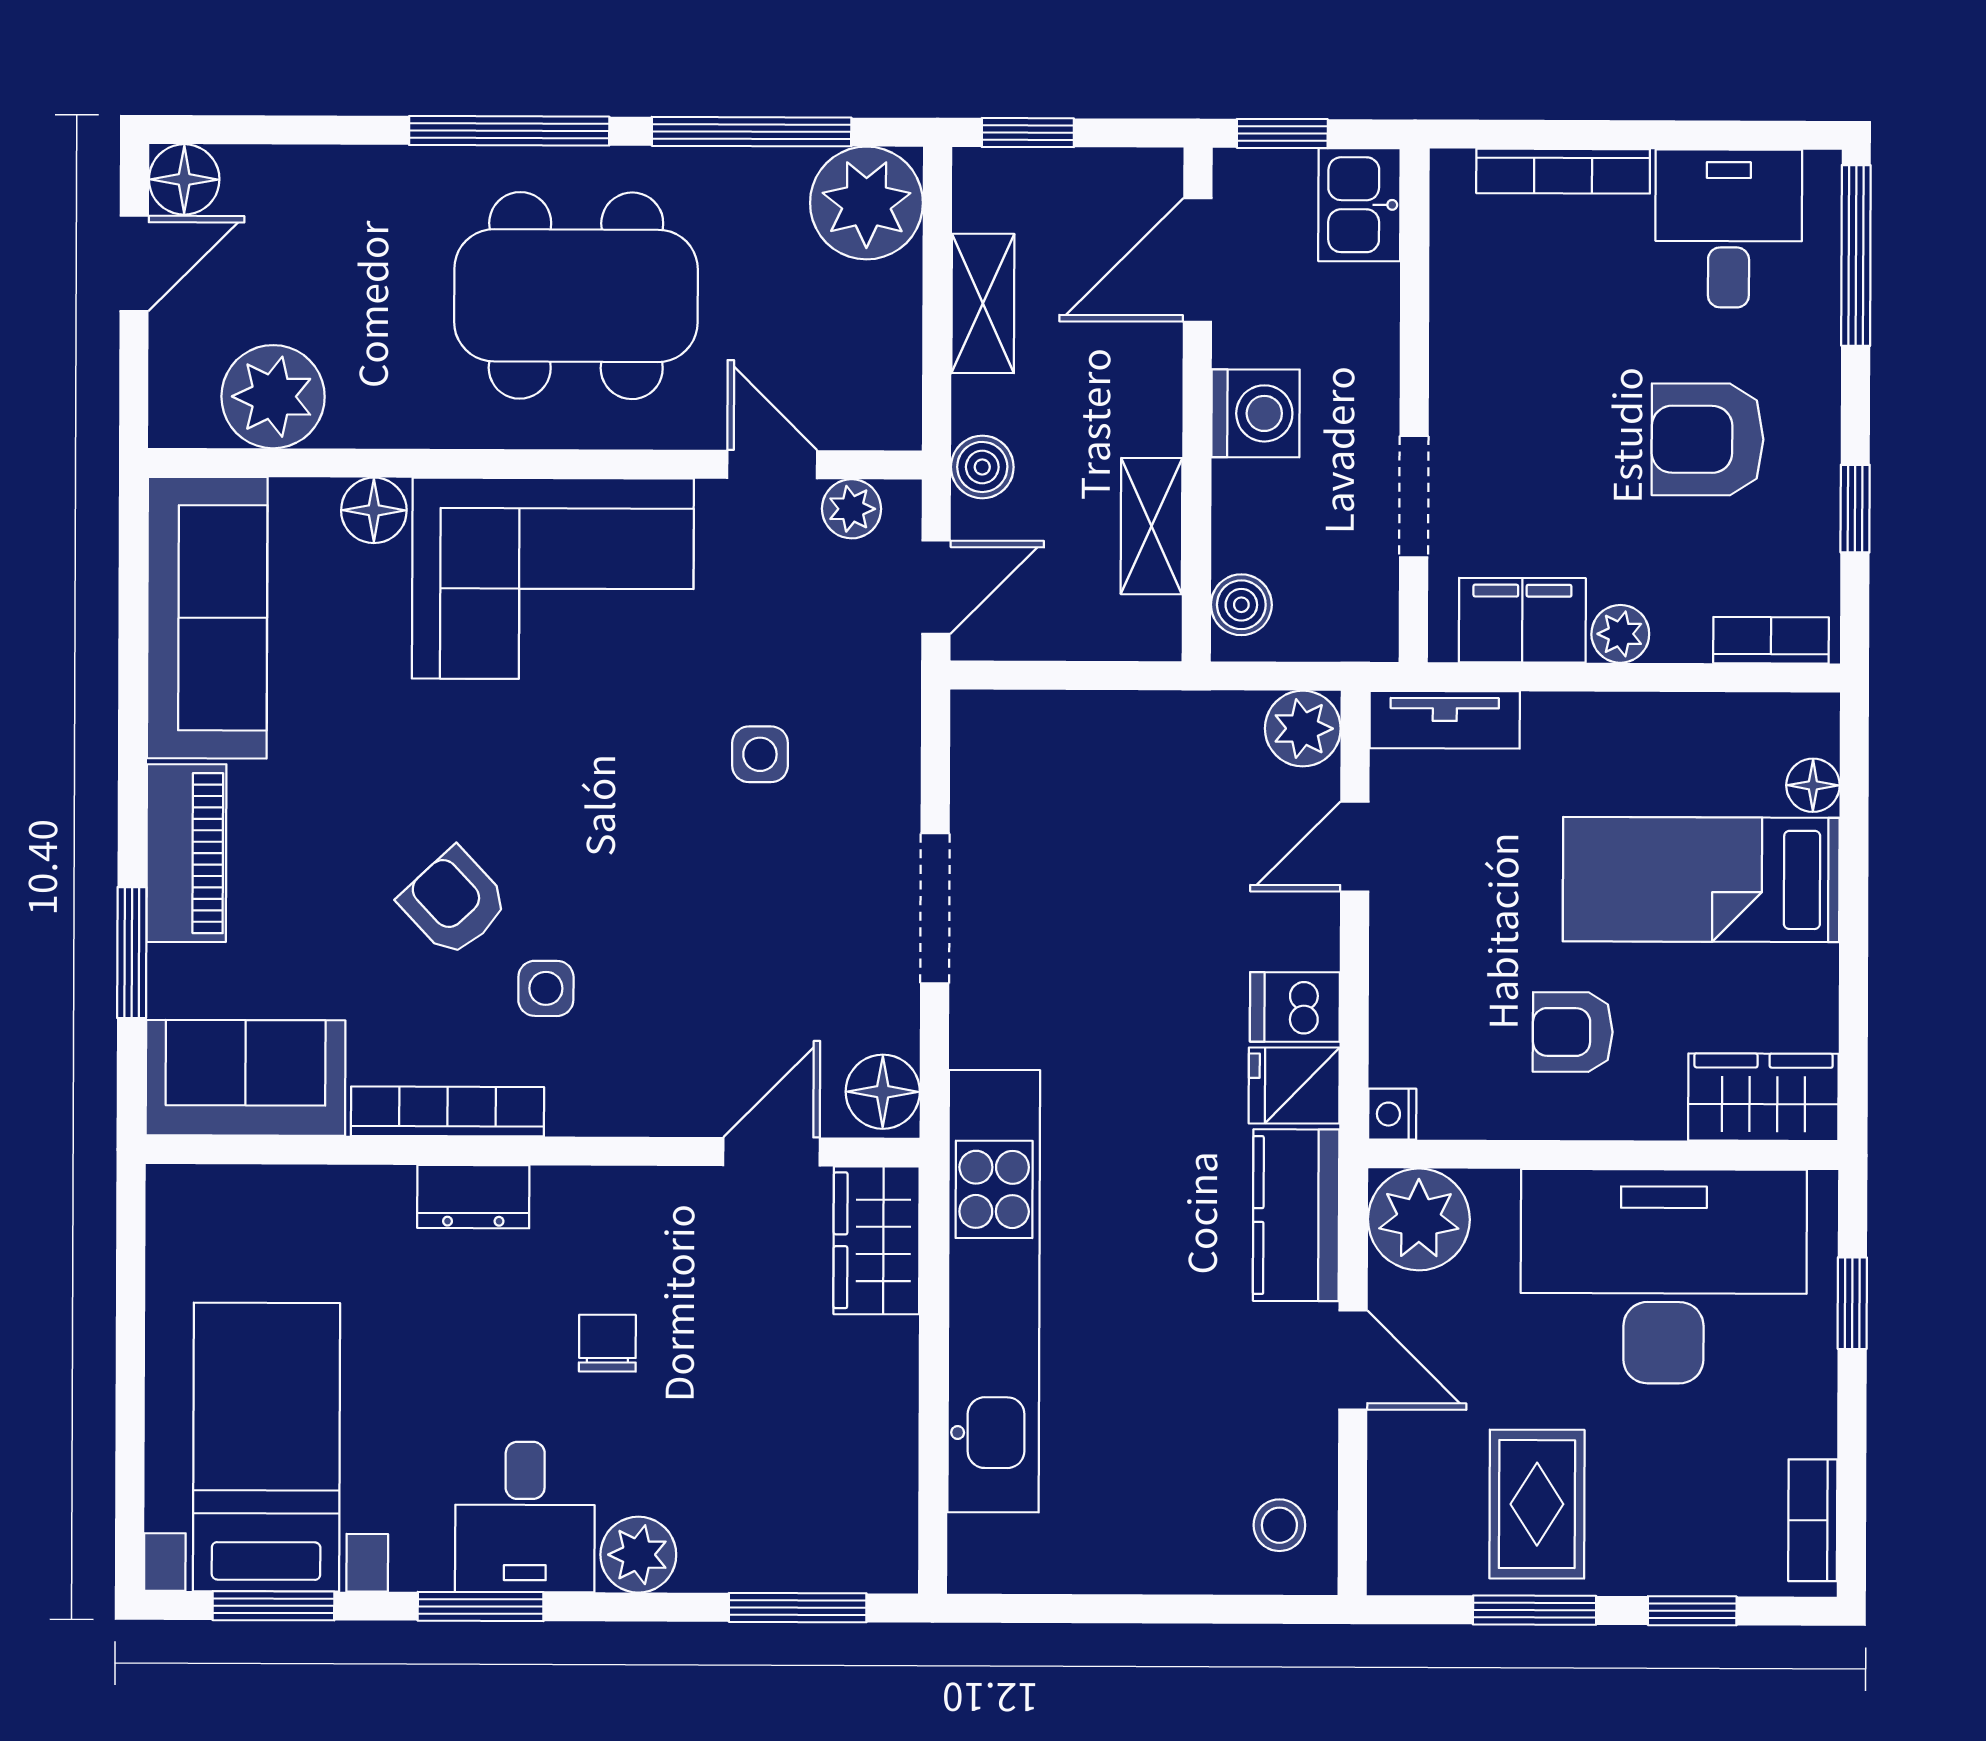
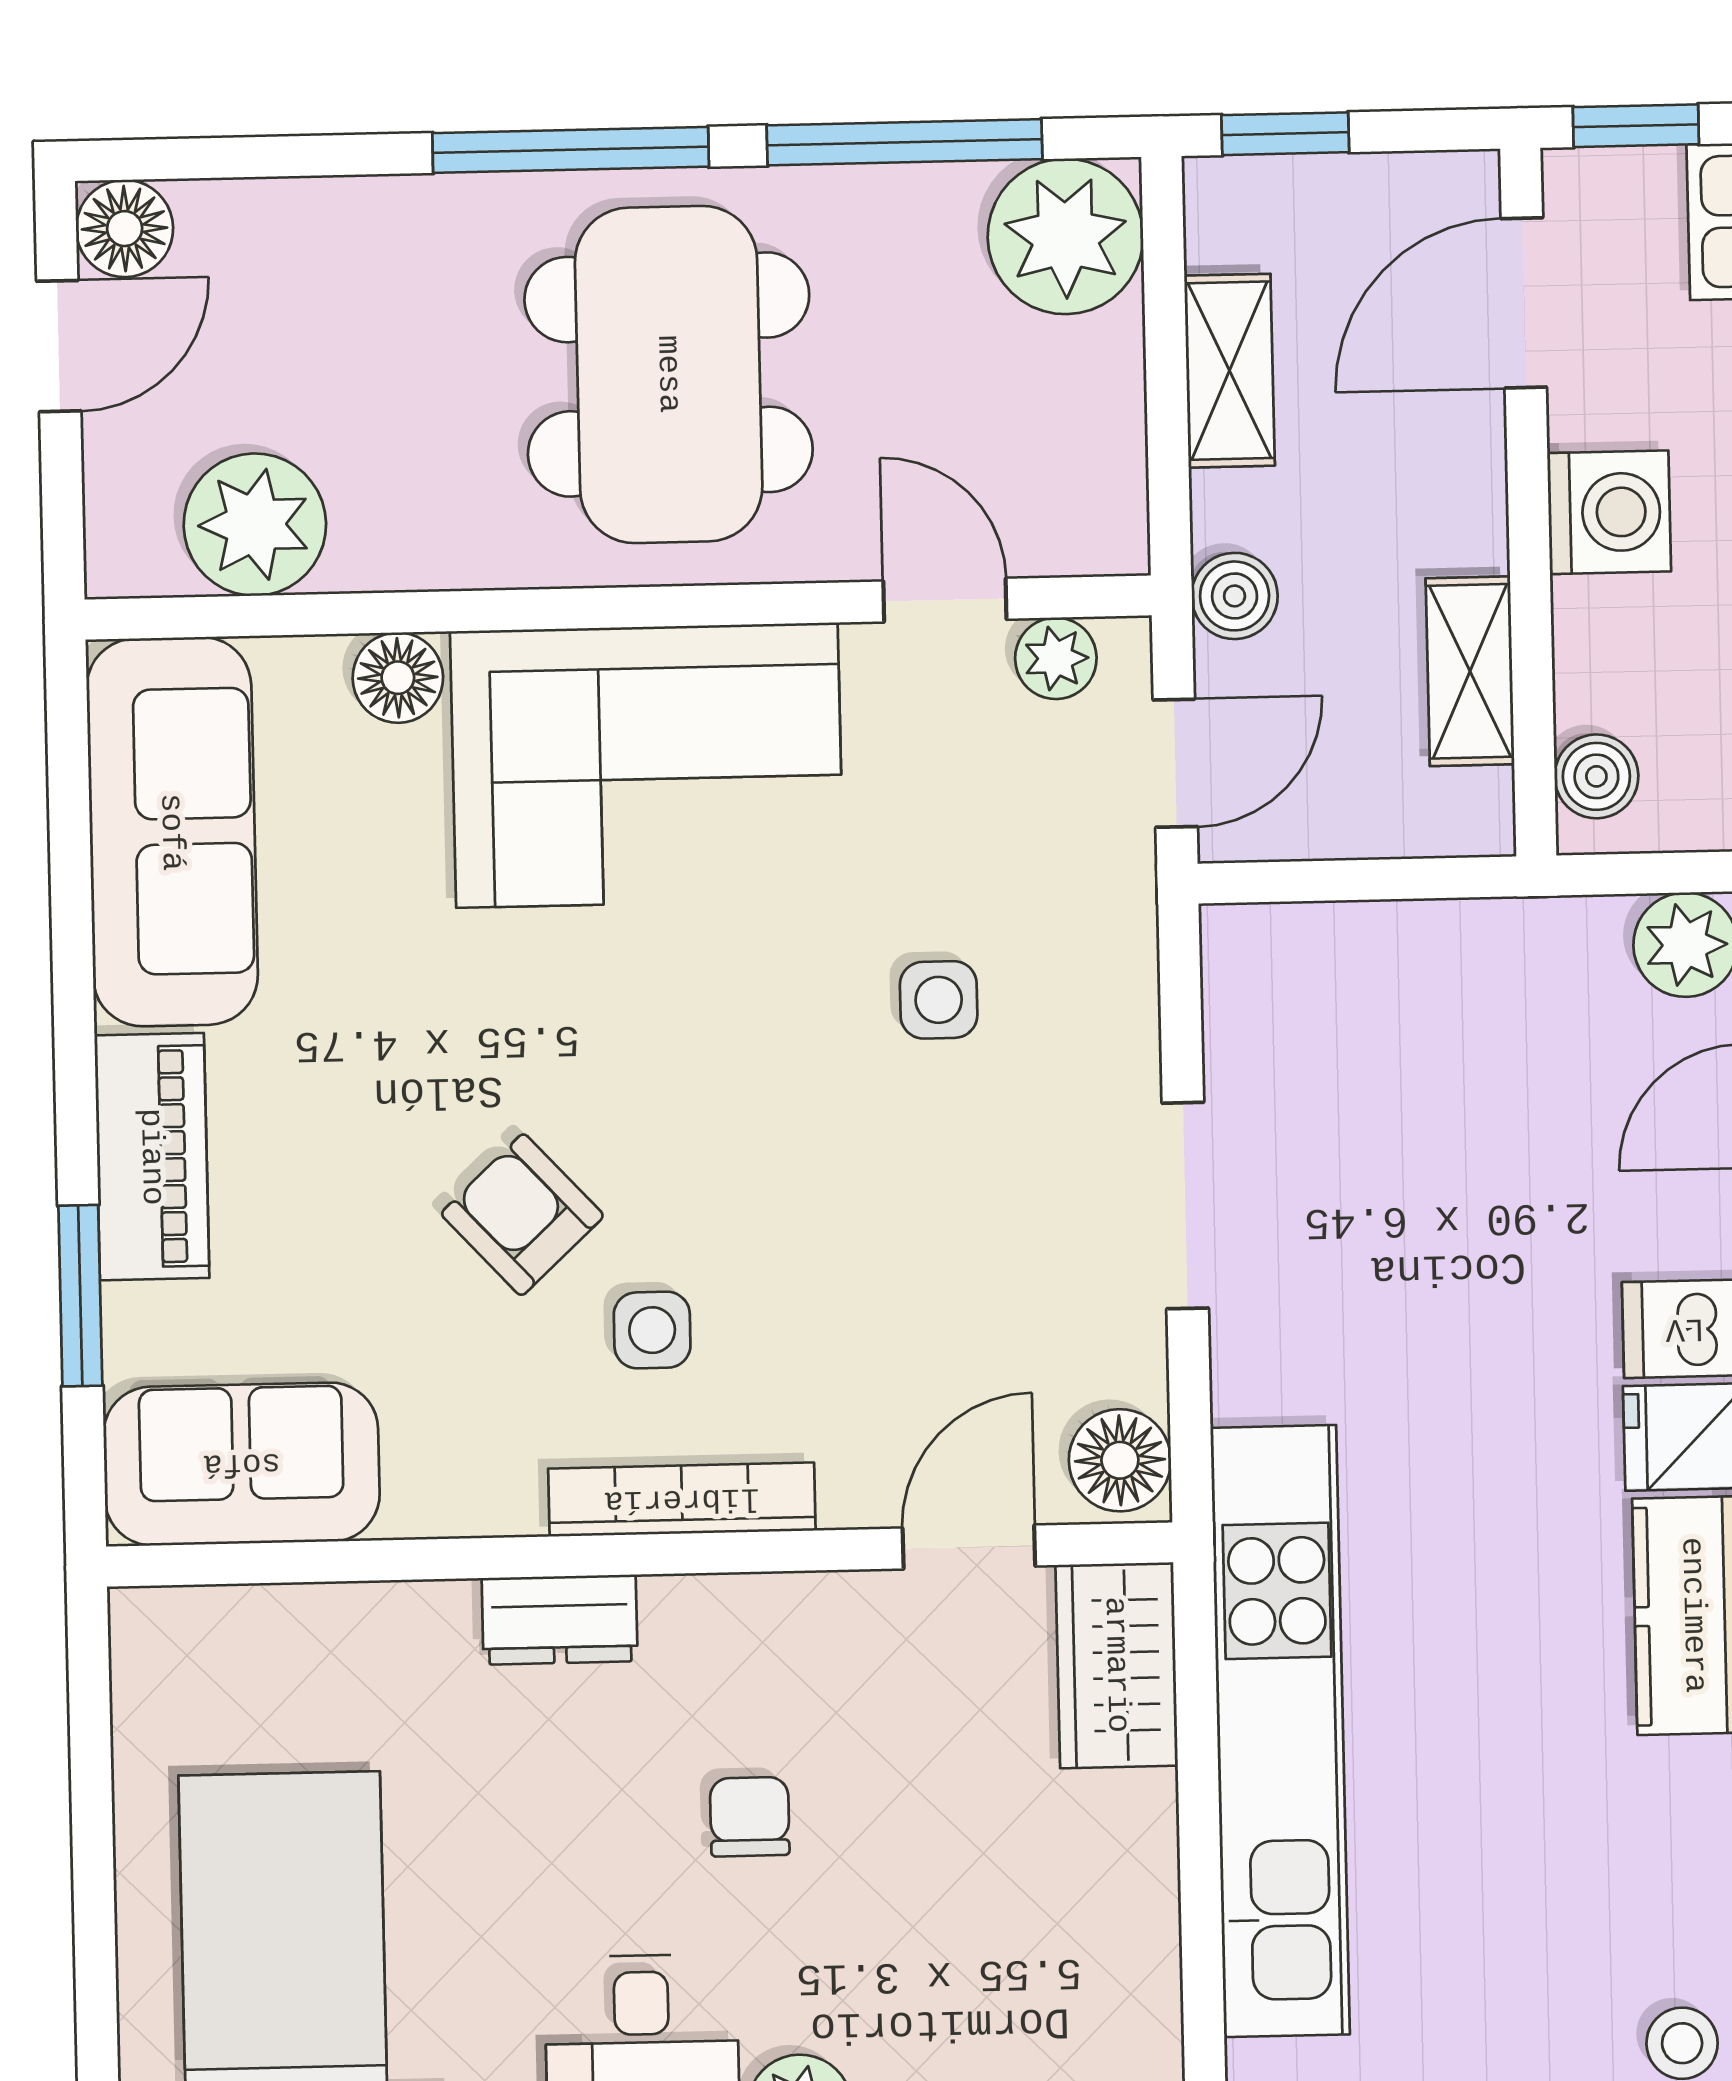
dining table: (576, 296) -> (669, 374), turned 90
bookcase: (447, 1111) -> (682, 1500), moved

